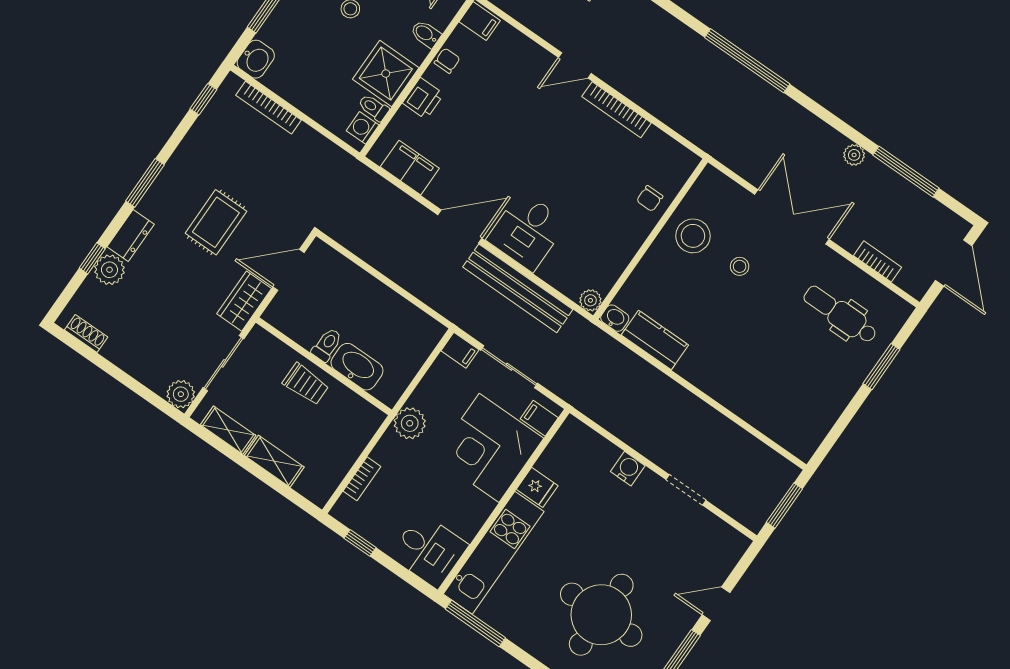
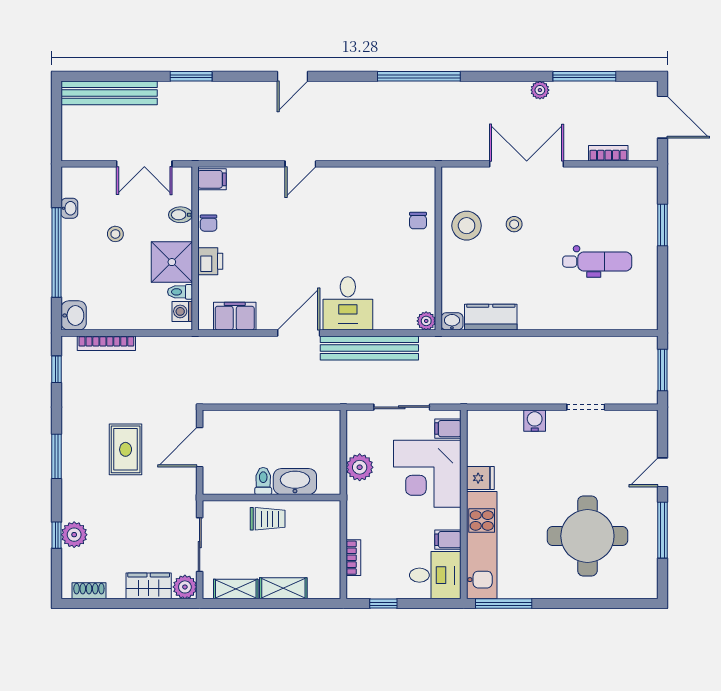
chair: (447, 61) -> (209, 223), turned 180
bookcase: (616, 110) -> (351, 175), removed
dresser: (131, 235) -> (72, 500), removed
wardrobe: (244, 301) -> (149, 586), moved, turned 90
dental chair: (840, 314) -> (597, 262), moved, turned 180
filing cabinet: (460, 350) -> (448, 540), moved, turned 180
plant: (410, 423) -> (360, 467), moved

